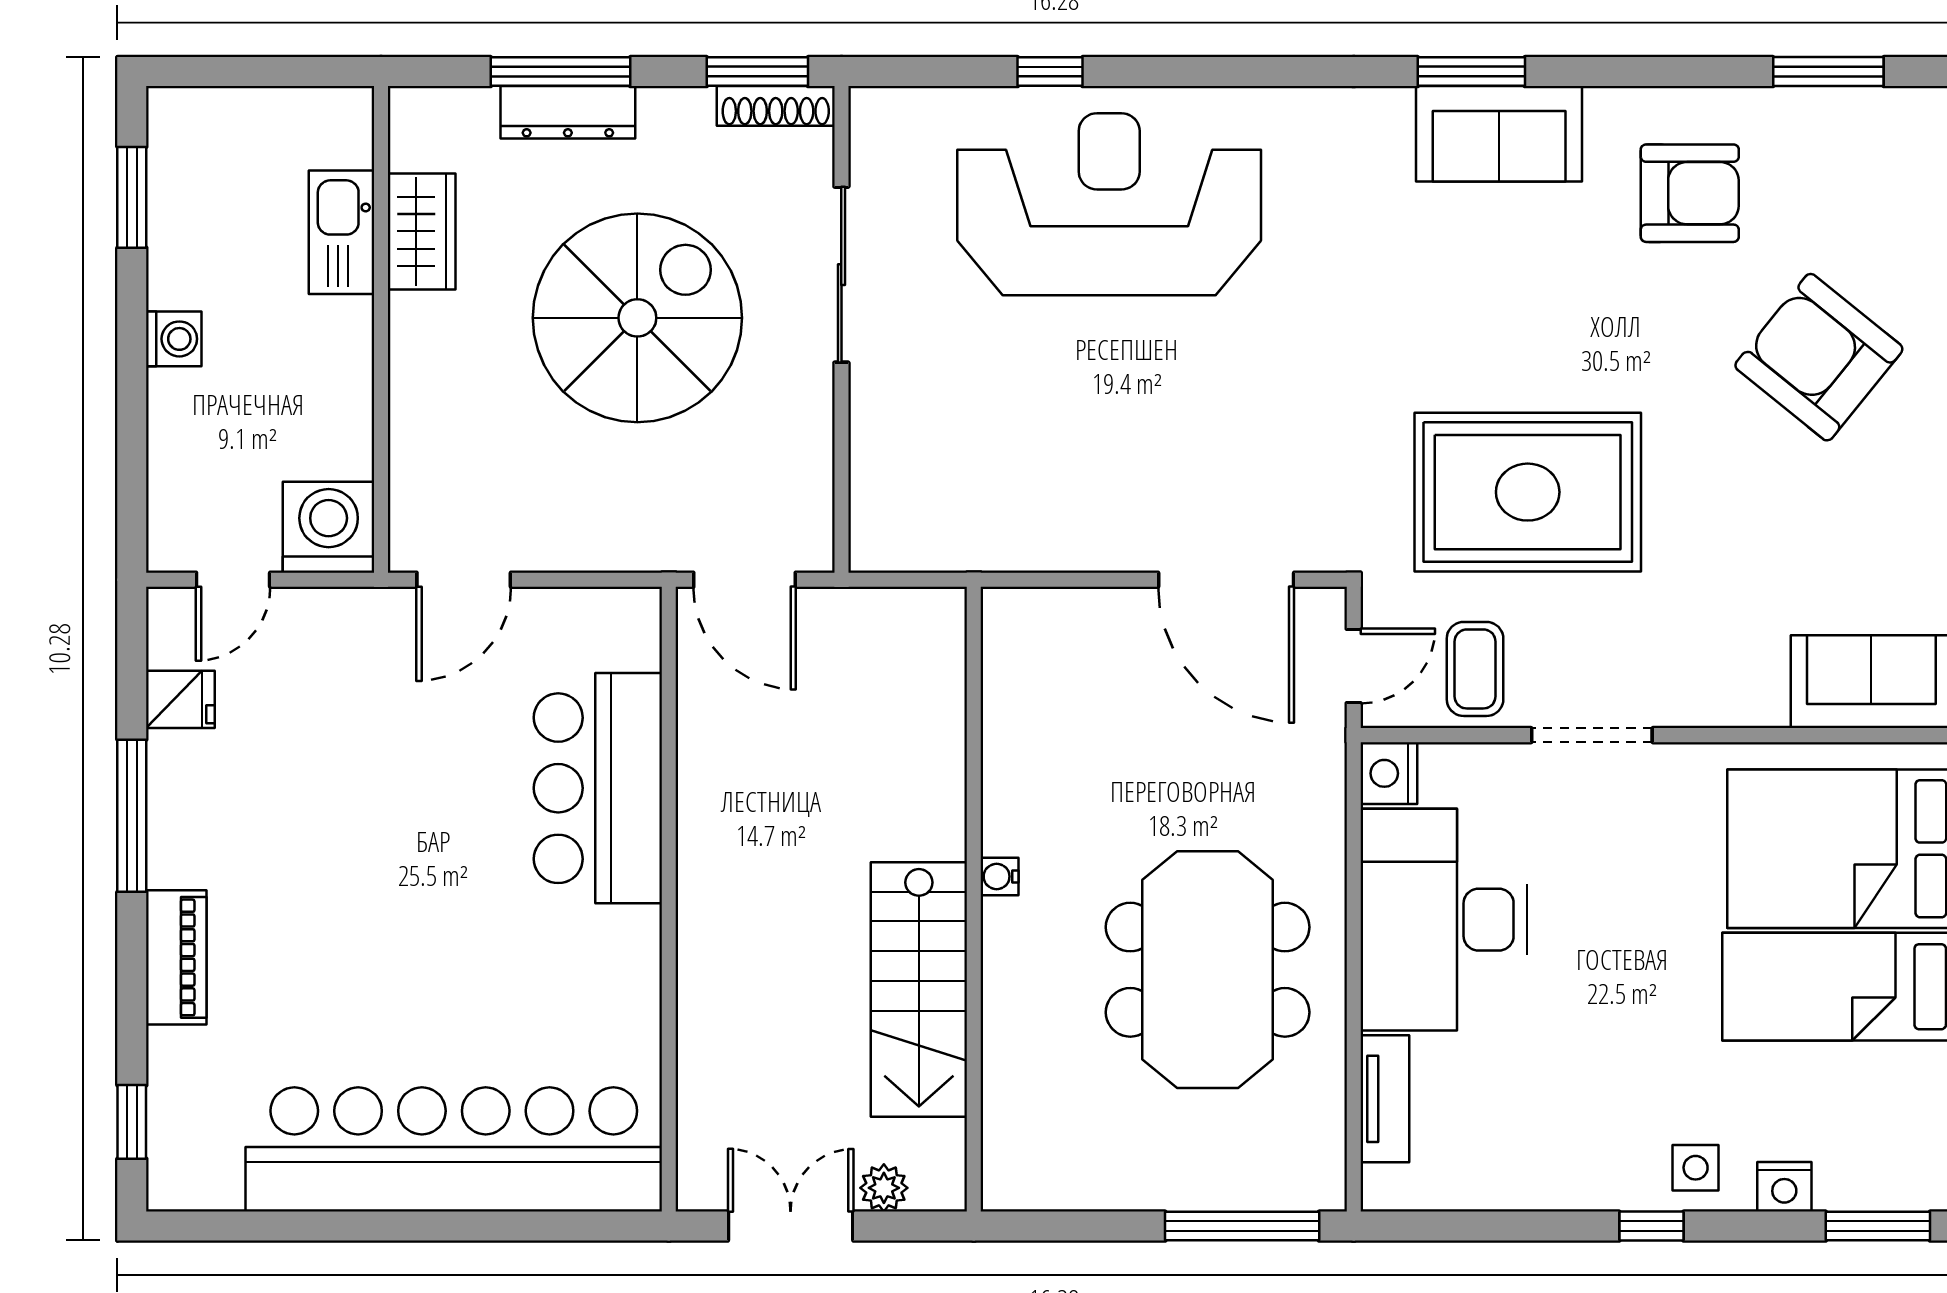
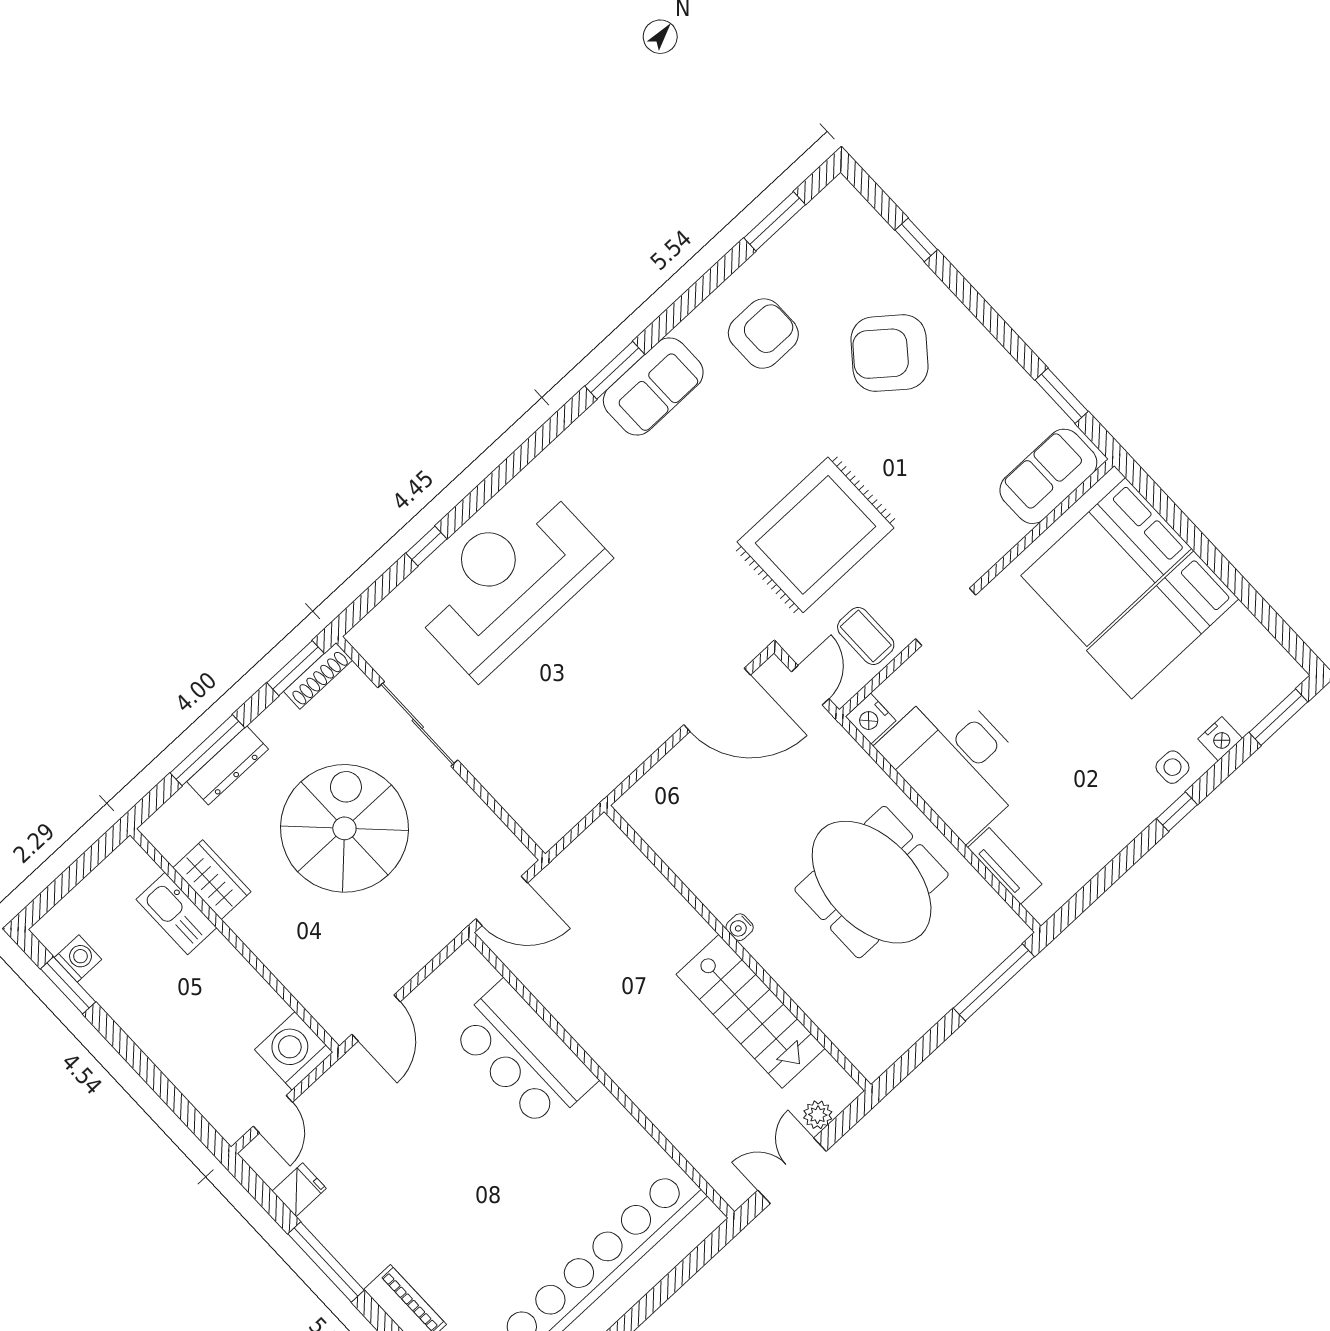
washing machine: (174, 339) -> (78, 958), moved

